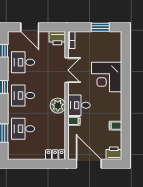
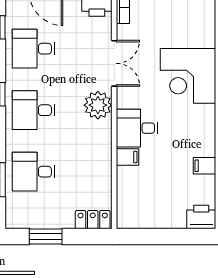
plant: (58, 106) -> (98, 105), moved
window: (30, 164) -> (46, 237), added
door: (89, 164) -> (155, 237), removed

